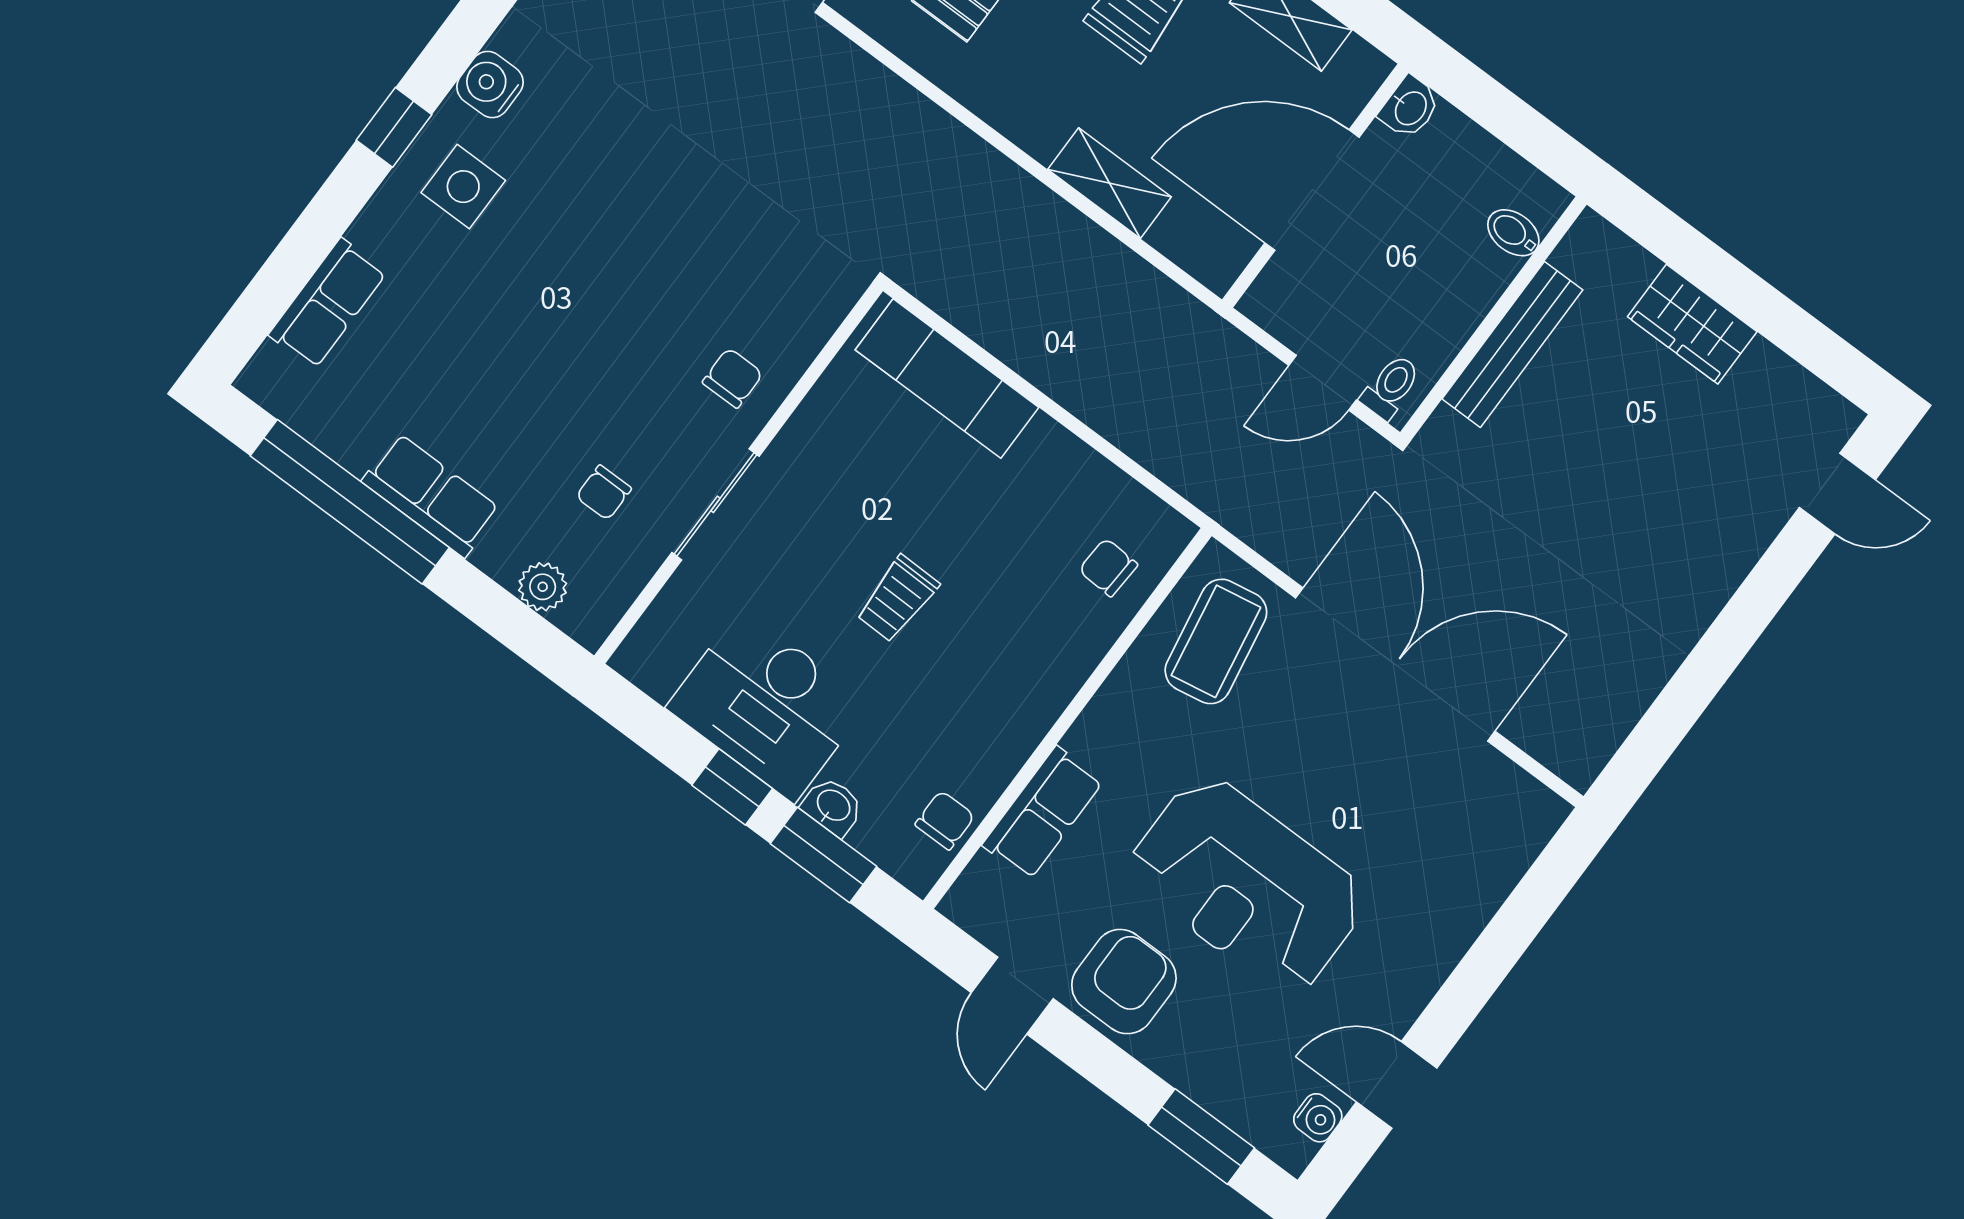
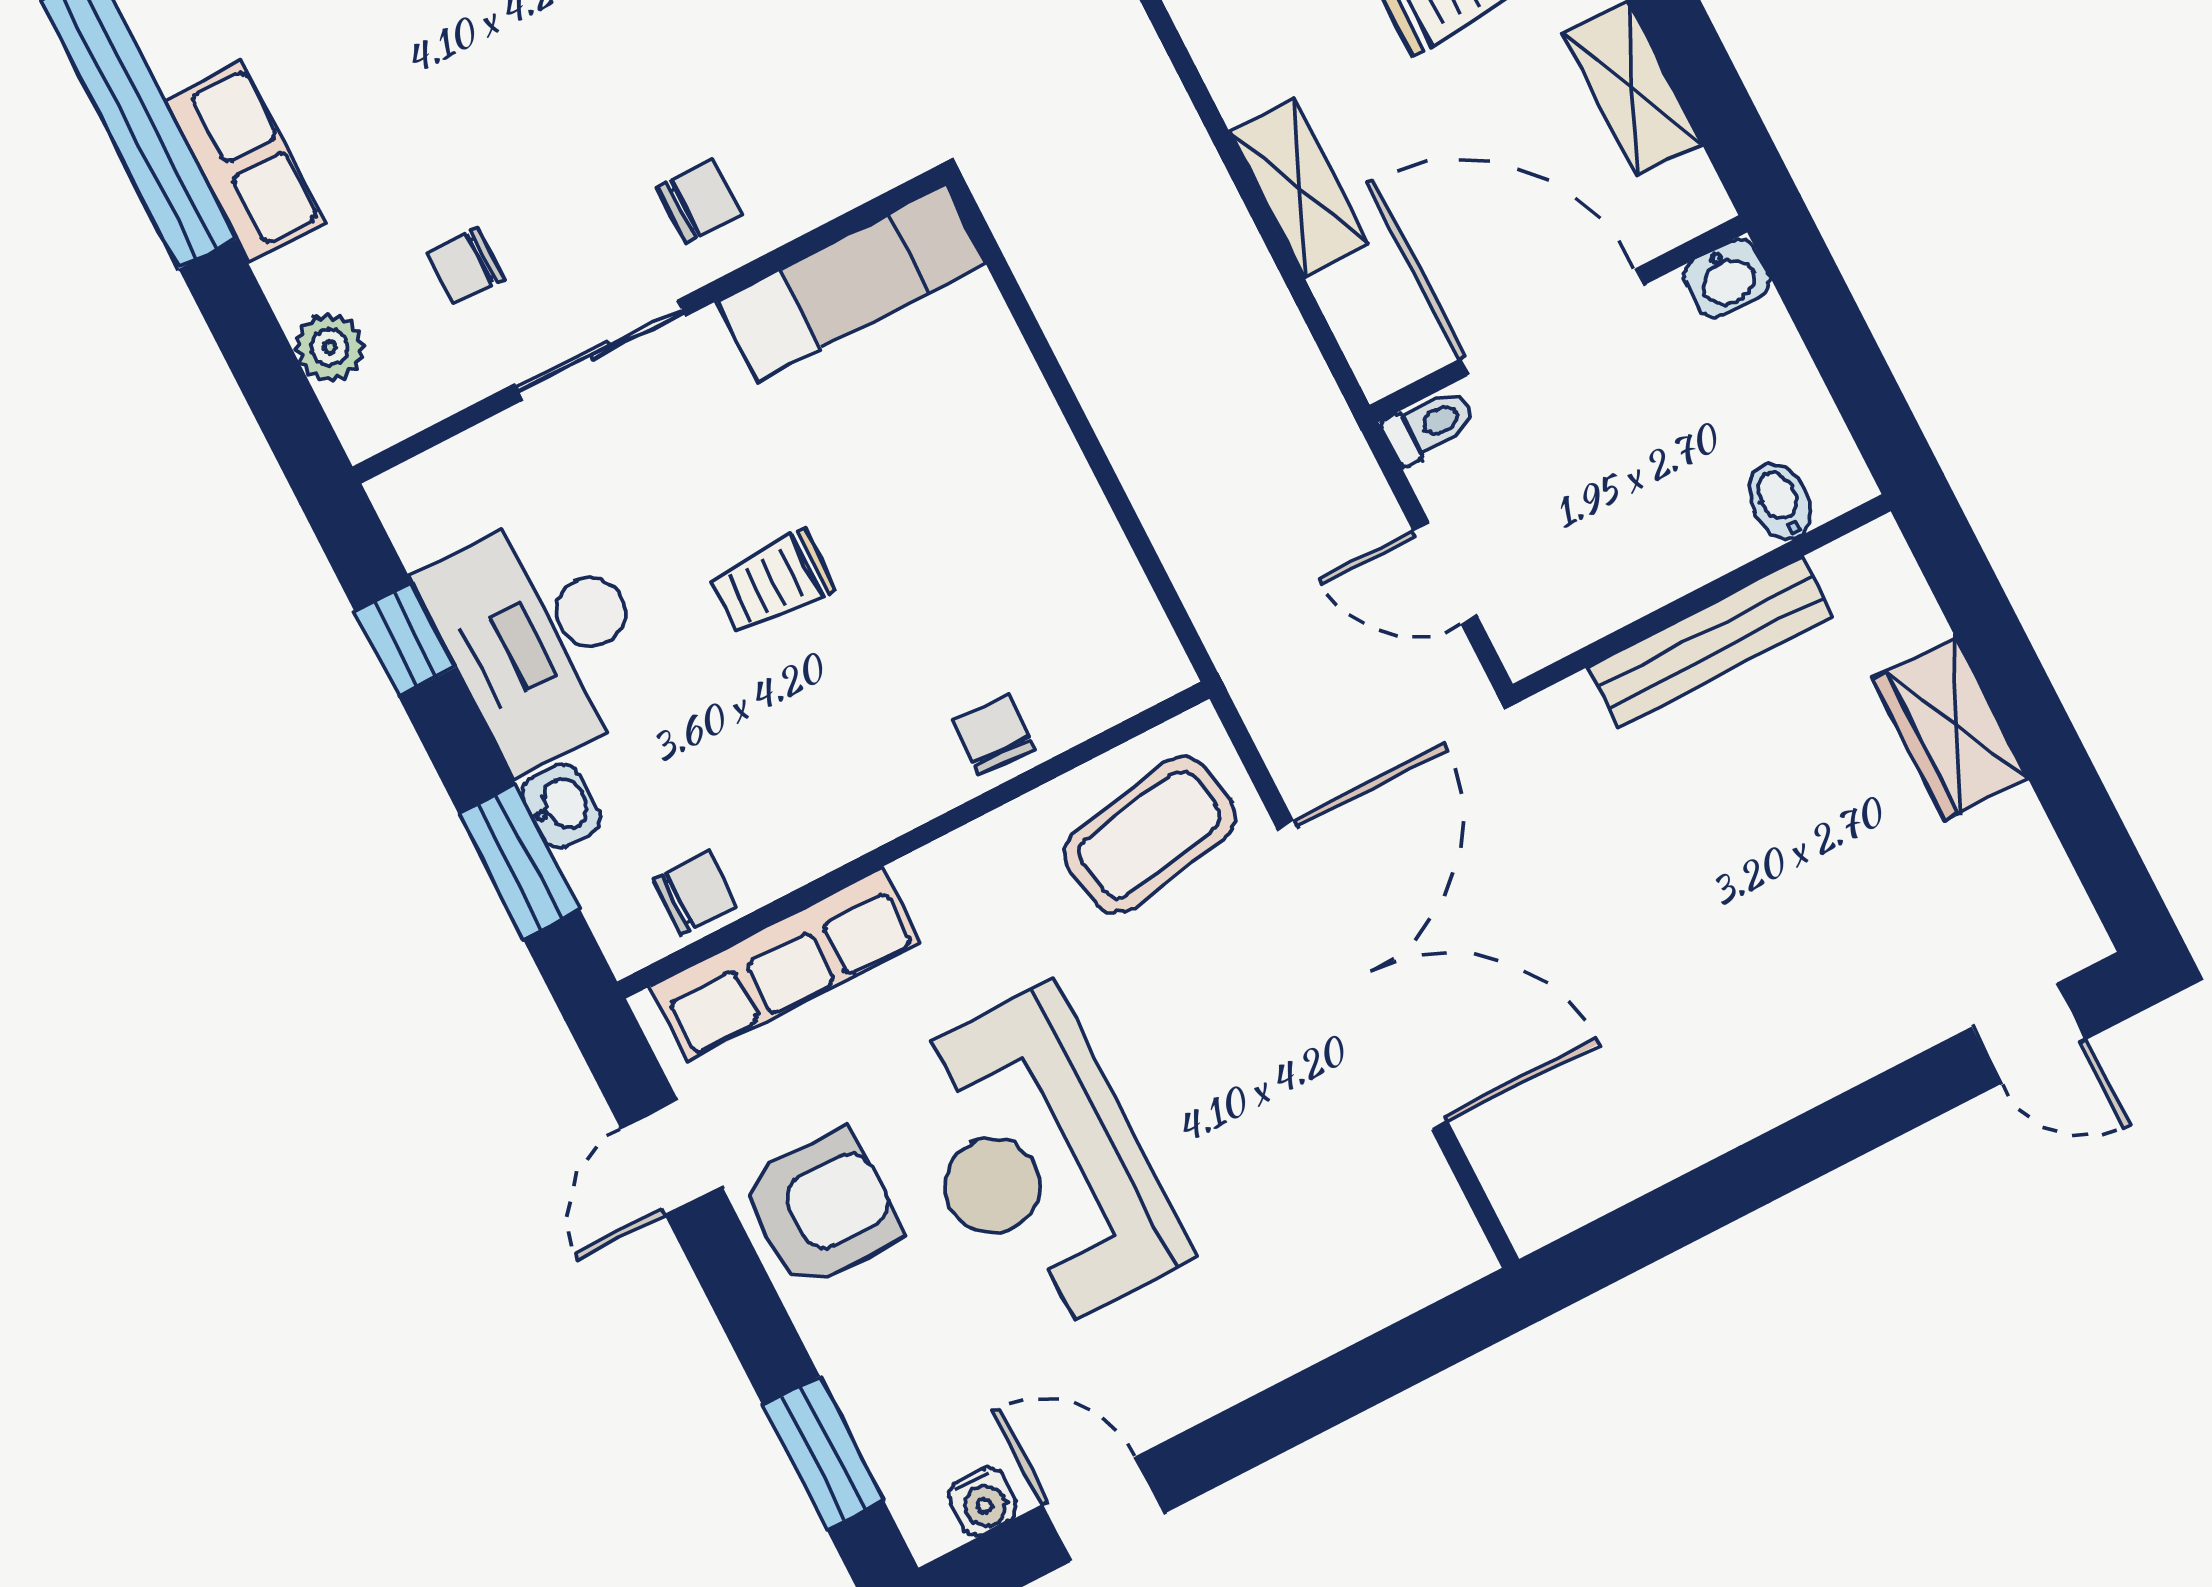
exam couch: (947, 379) -> (851, 282), moved, turned -90
toilet: (1391, 387) -> (1429, 426), moved
chair: (1108, 567) -> (994, 735), moved
window: (732, 787) -> (405, 640), moved
row of seats: (1043, 813) -> (786, 964), width x1.48

